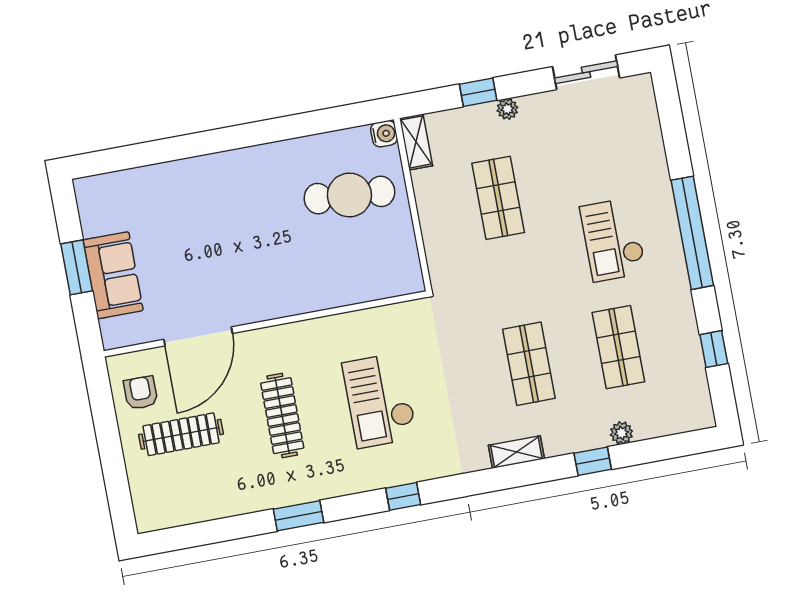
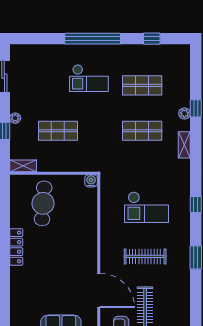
water cooler: (384, 134) -> (91, 181), moved
locker: (254, 158) -> (16, 247), added
plant: (621, 433) -> (184, 113), moved

